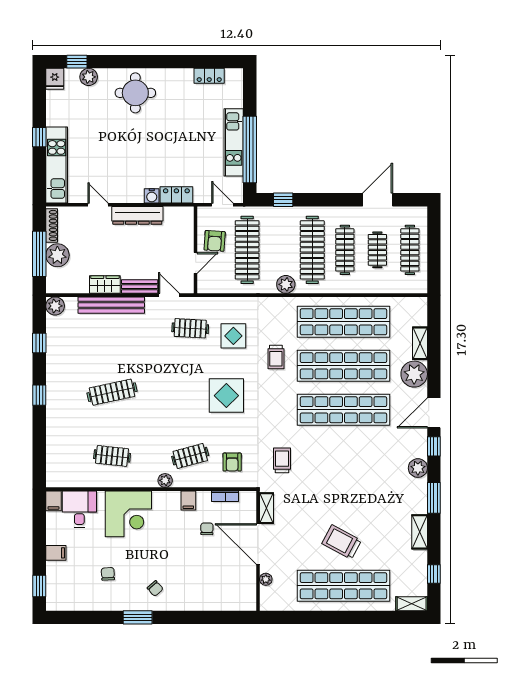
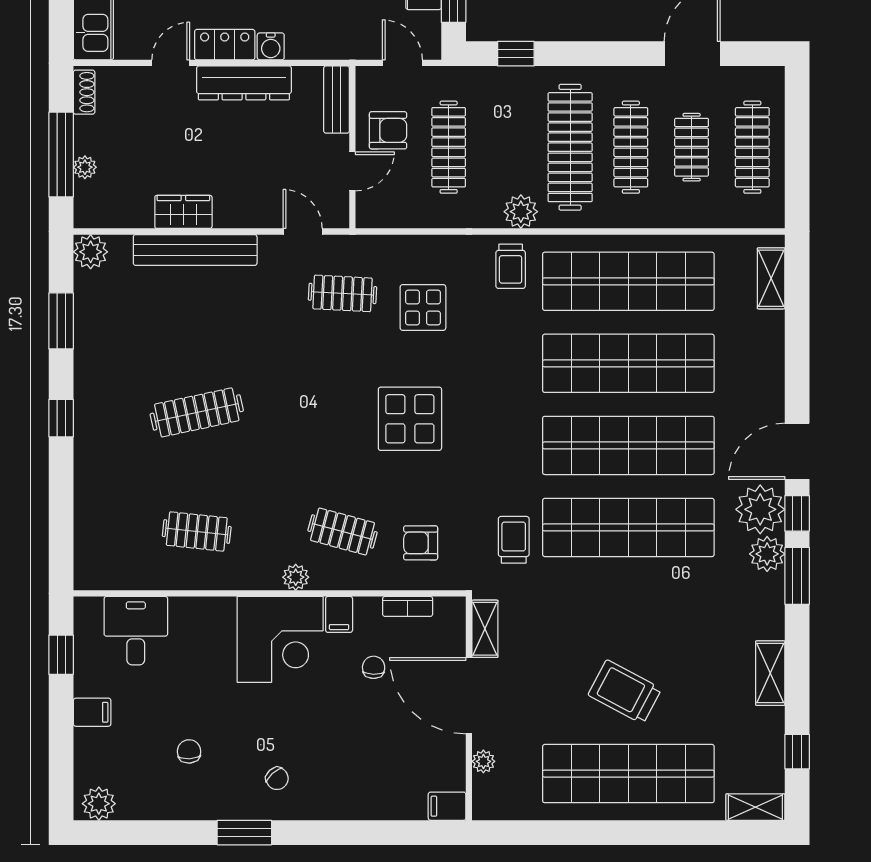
locker: (176, 195) -> (225, 45), moved
door: (98, 205) -> (171, 63), hinge flipped
shoe rack: (52, 225) -> (84, 92), width x0.70
armchair: (215, 241) -> (388, 130), turned -94
clothes rail: (247, 250) -> (449, 147), width x0.73, depth x0.76
plant: (57, 255) -> (85, 167), width x0.53, depth x0.53
bench: (140, 287) -> (337, 100), moved, turned 90
window: (39, 343) -> (61, 321), width x1.50
shelving: (420, 343) -> (771, 278), moved
trolley: (276, 357) -> (511, 266), moved
plant: (414, 374) -> (760, 509), moved
shop shelf: (343, 454) -> (628, 527), added
clothes rail: (190, 456) -> (342, 532), turned 30
armchair: (232, 462) -> (421, 543), turned 90
window: (434, 498) -> (797, 576), moved
filing cabinet: (53, 501) -> (447, 806), moved, turned 90
corner desk: (128, 514) -> (280, 639), moved
window: (39, 586) -> (61, 655), moved
plant: (60, 602) -> (99, 804), added

